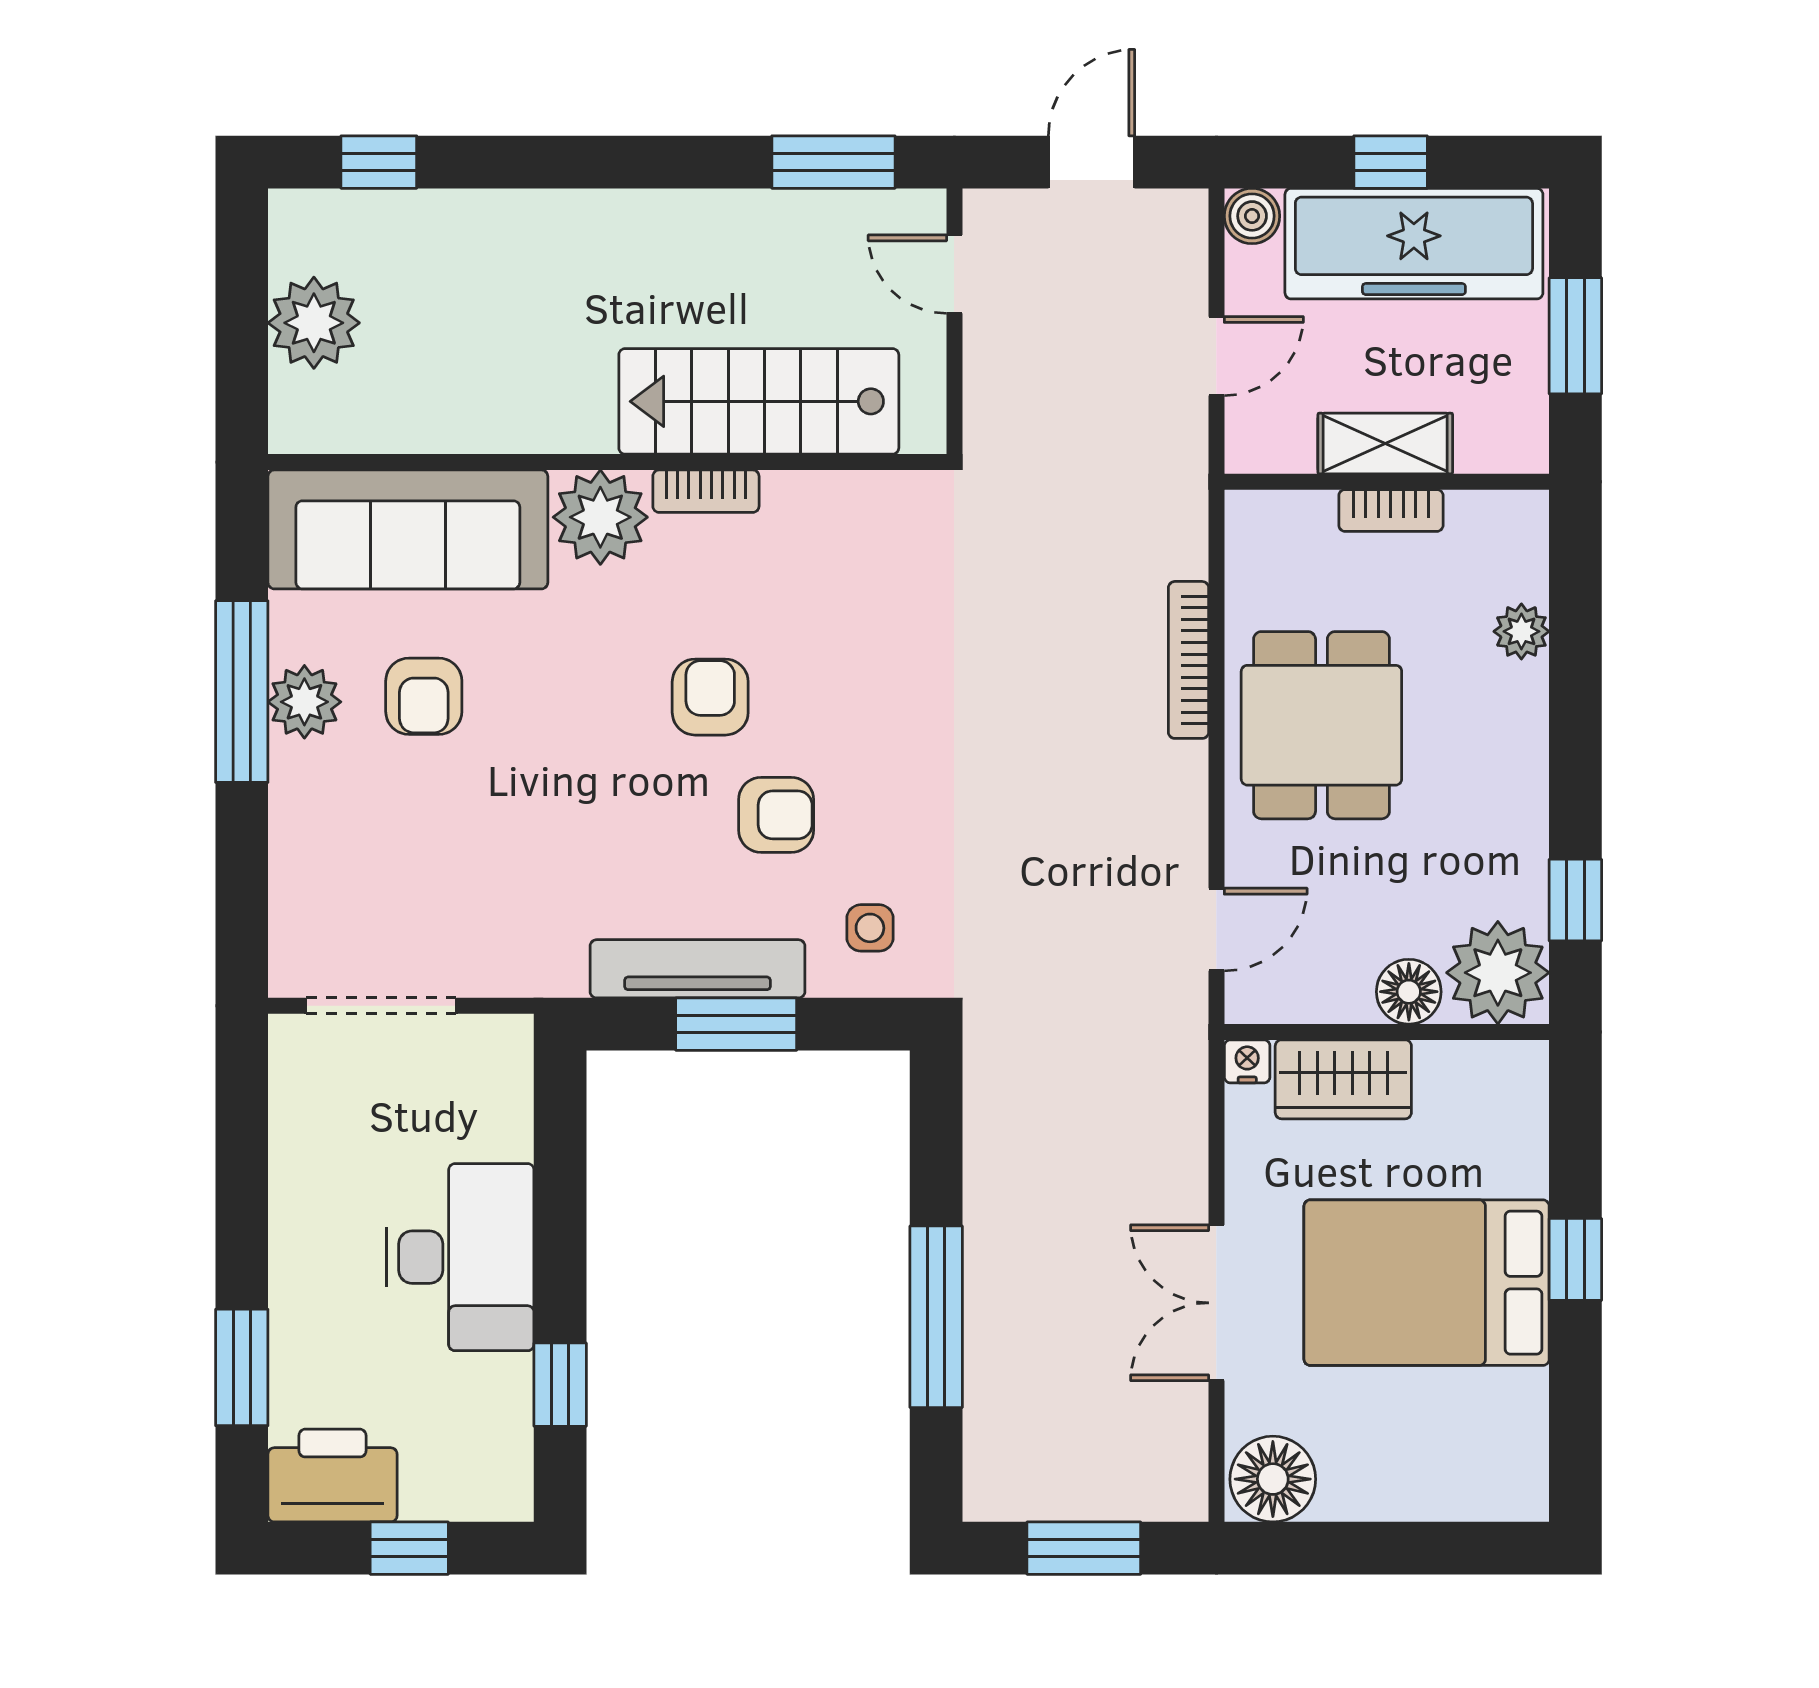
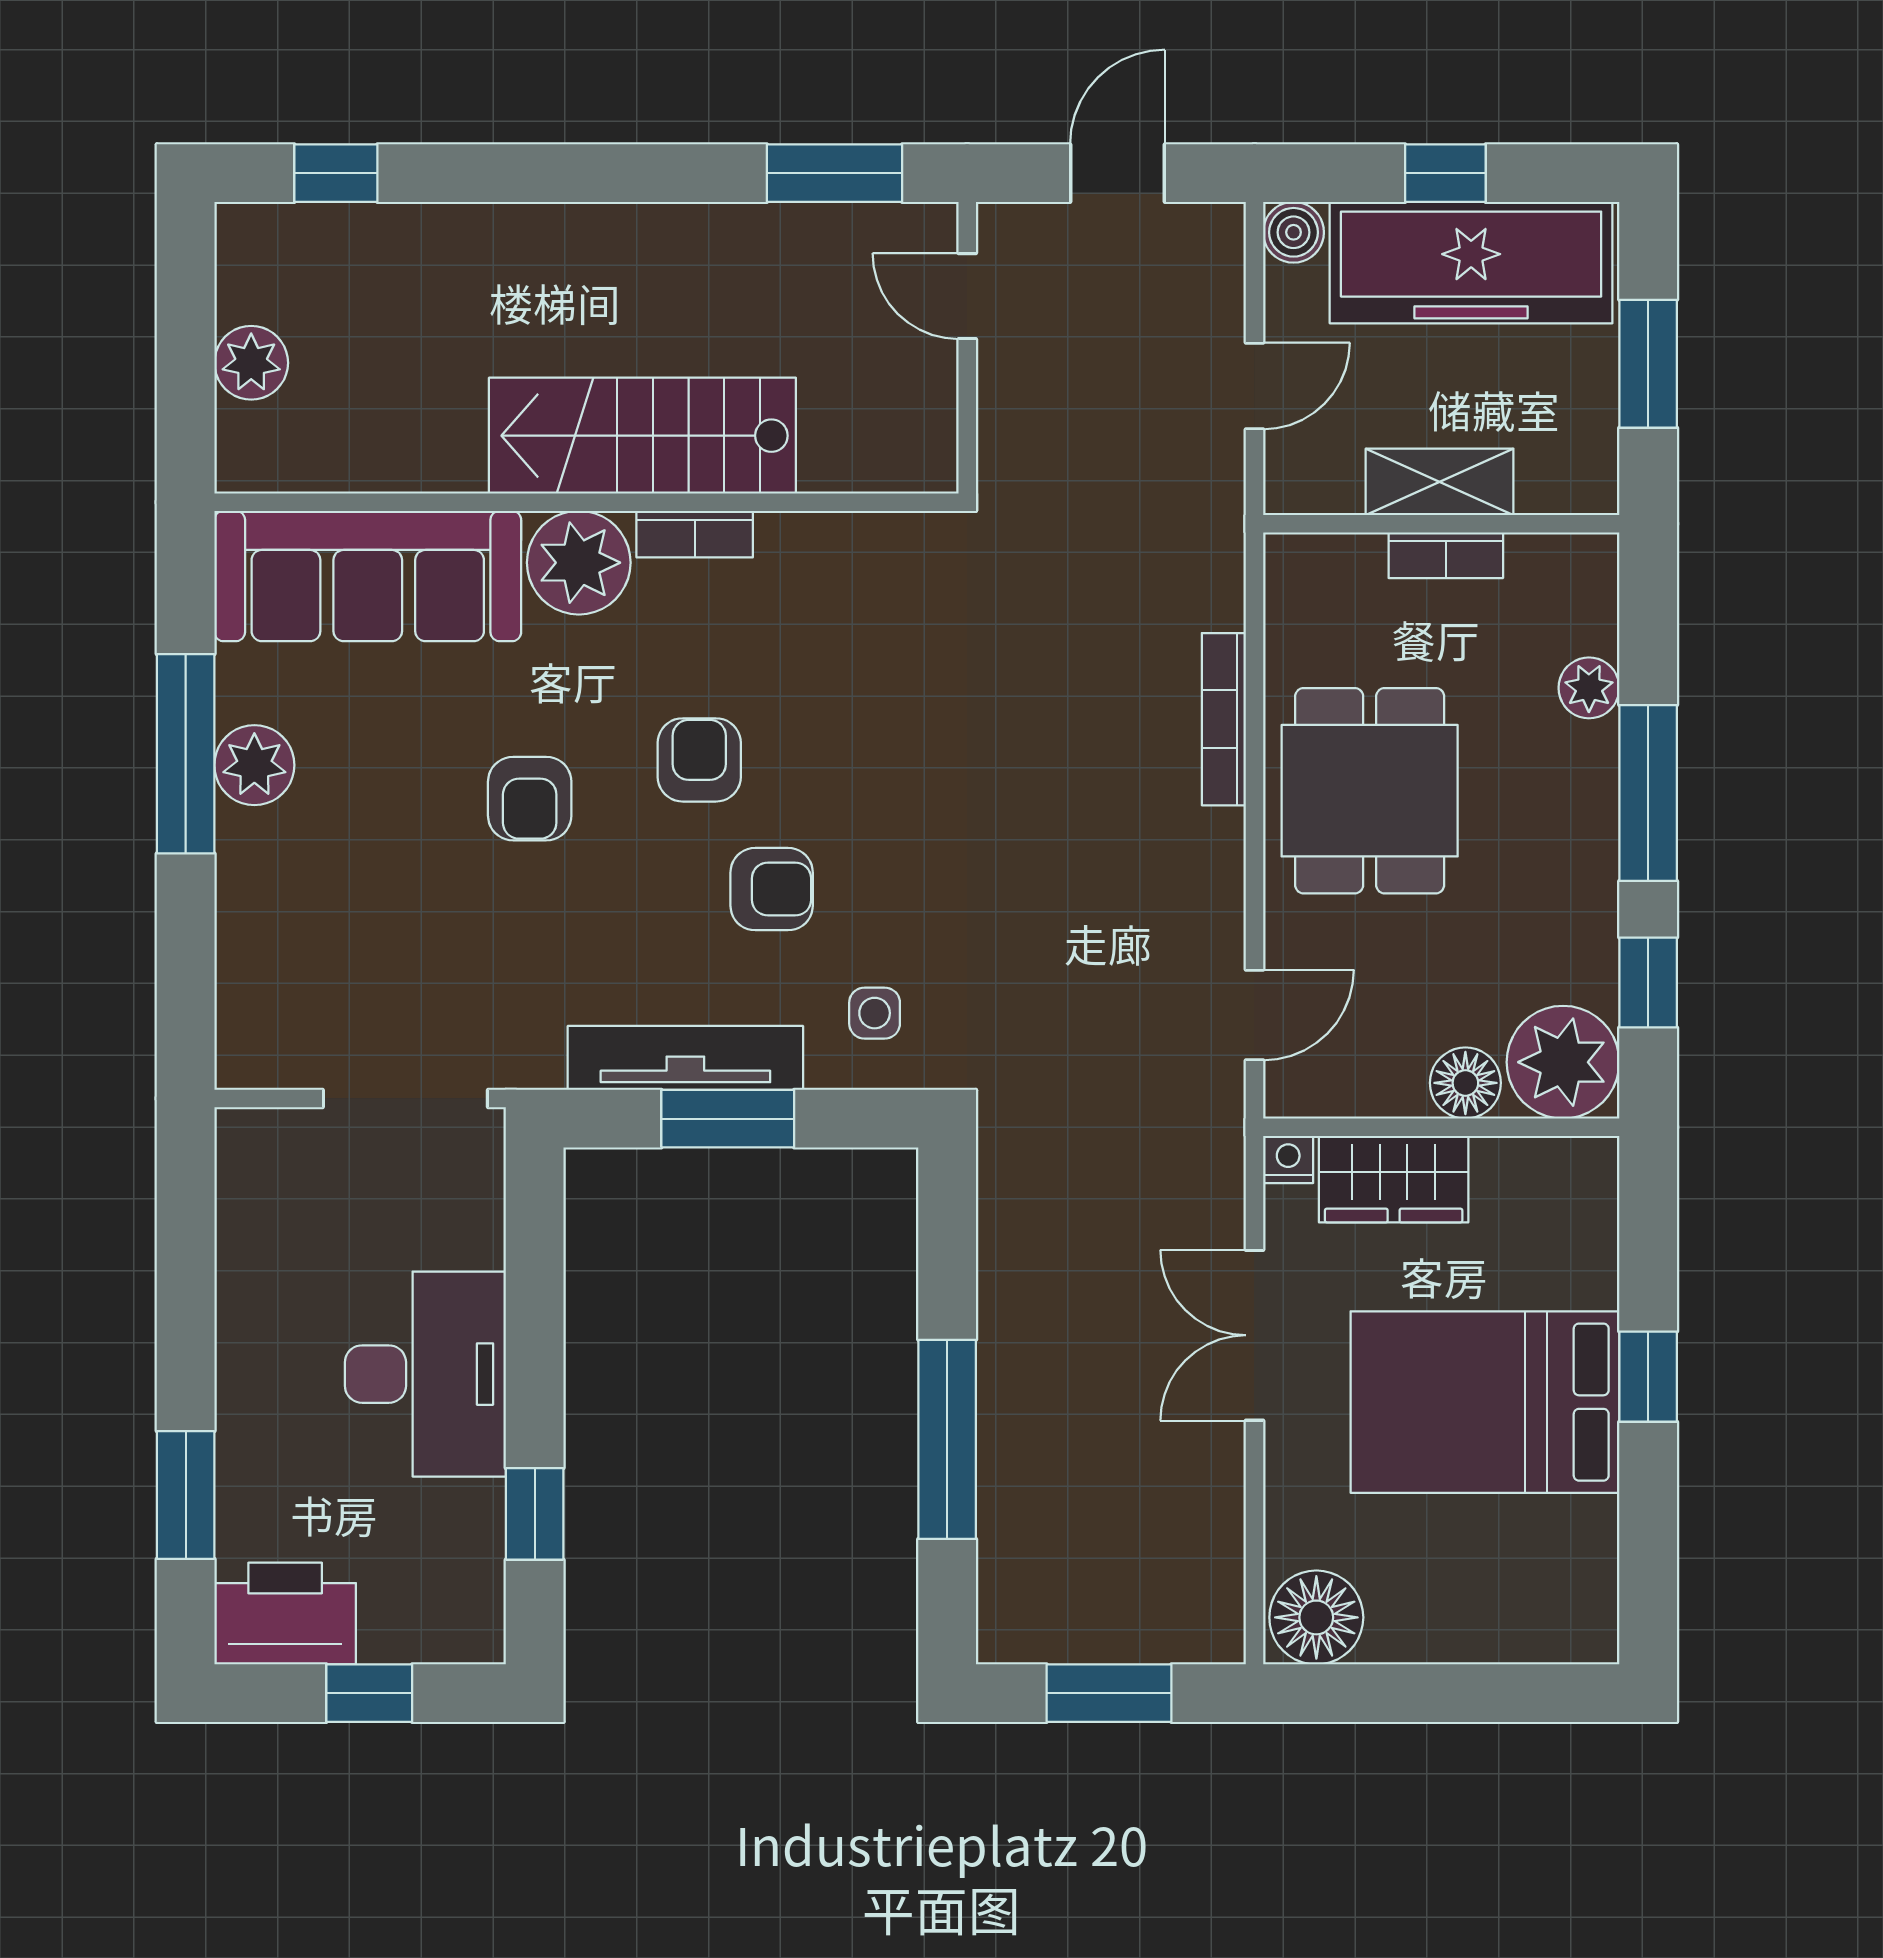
plant: (314, 323) -> (251, 363), width x0.73, depth x0.73
stairs: (759, 401) -> (642, 436), moved
armchair: (424, 696) -> (530, 799), moved
window: (1575, 727) -> (1648, 793), added
doorway: (381, 1006) -> (405, 1098), moved
double door: (1216, 1303) -> (1254, 1335), moved

